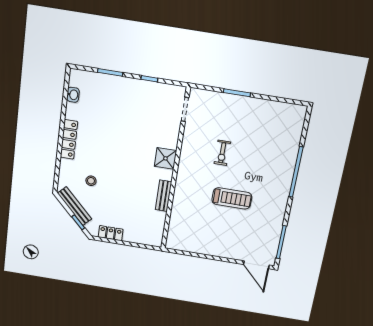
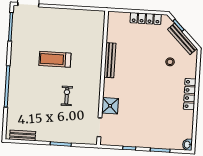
washbasin: (73, 95) -> (187, 145), moved
bench: (285, 109) -> (23, 135), added
shower: (165, 158) -> (110, 106), moved
bench: (164, 196) -> (110, 60), width x1.36
locker: (111, 233) -> (146, 19), width x1.53

